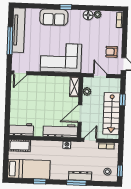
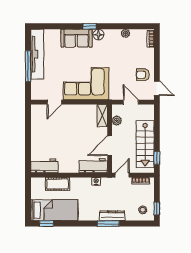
floor lamp: (88, 15) -> (98, 35), moved
door: (20, 73) -> (54, 102), moved
window: (122, 100) -> (157, 158), moved
workbench: (60, 131) -> (93, 166), width x0.73
cot: (20, 146) -> (58, 184), moved
window: (40, 181) -> (46, 224), moved

